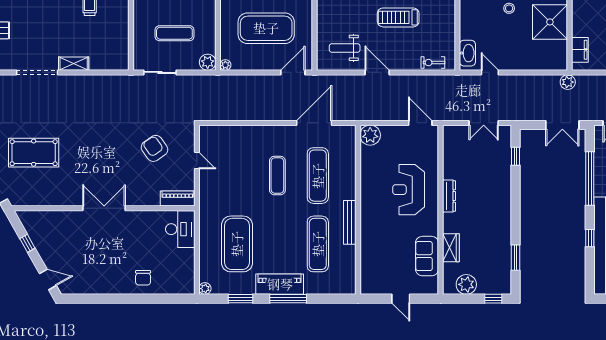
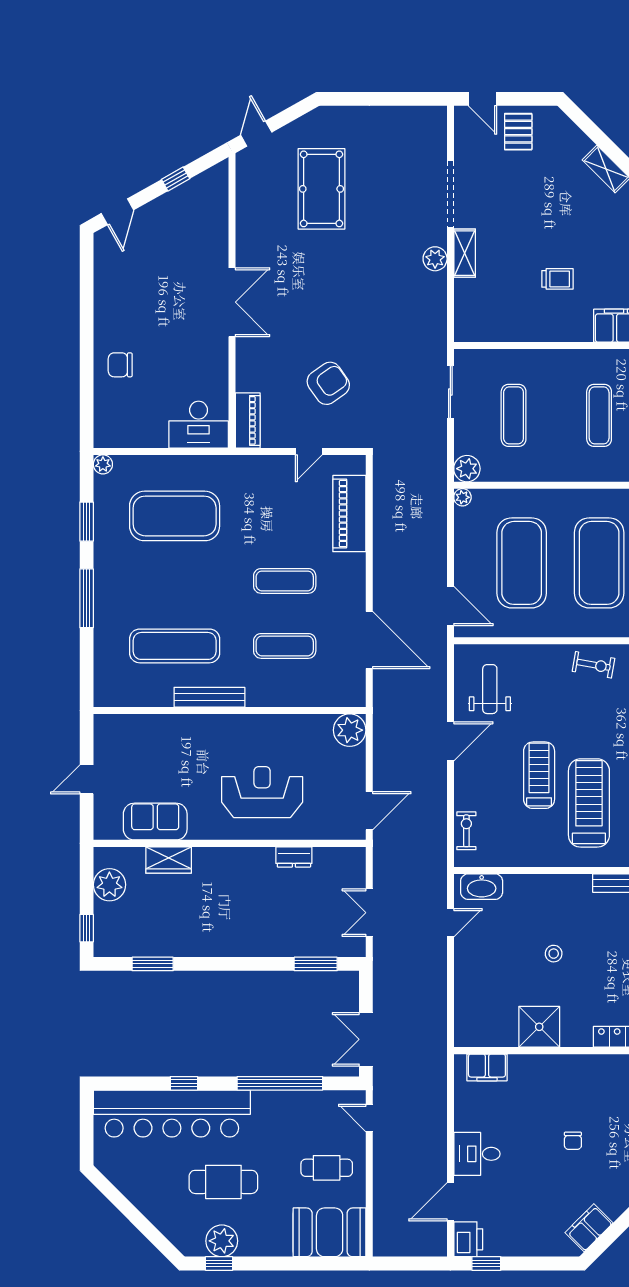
shower: (550, 22) -> (539, 1027), width x0.73, depth x0.73
plant: (568, 82) -> (435, 259), moved
window: (515, 156) -> (316, 964), width x1.50
exercise mat: (318, 176) -> (285, 646), width x0.73, depth x0.69
dresser: (449, 196) -> (294, 857), moved, width x0.70
piano: (280, 284) -> (349, 514), moved, turned 180

